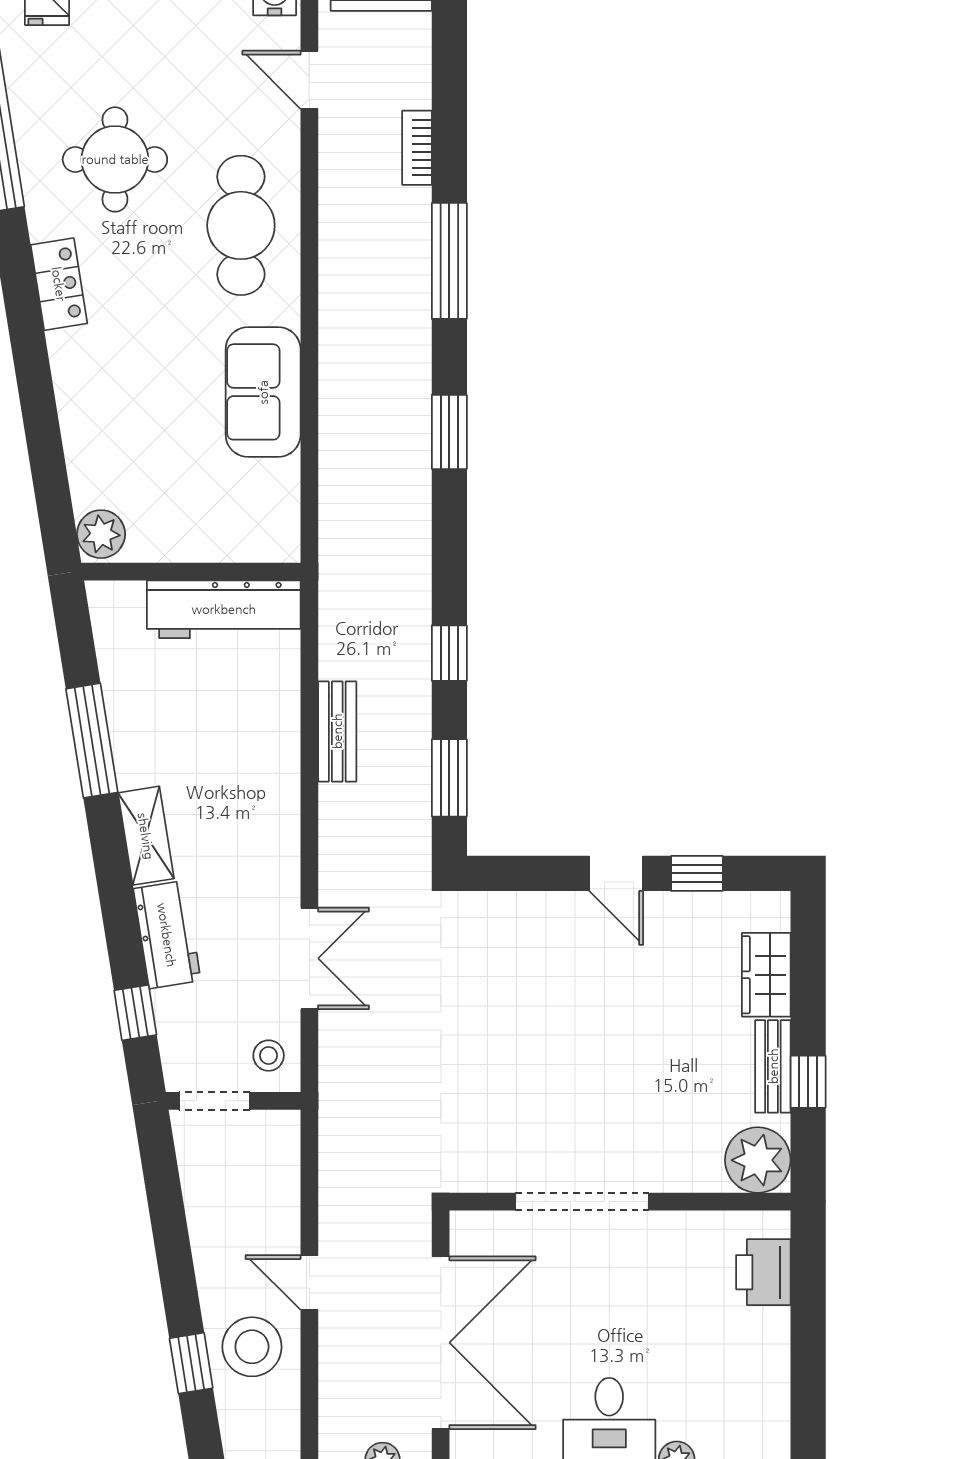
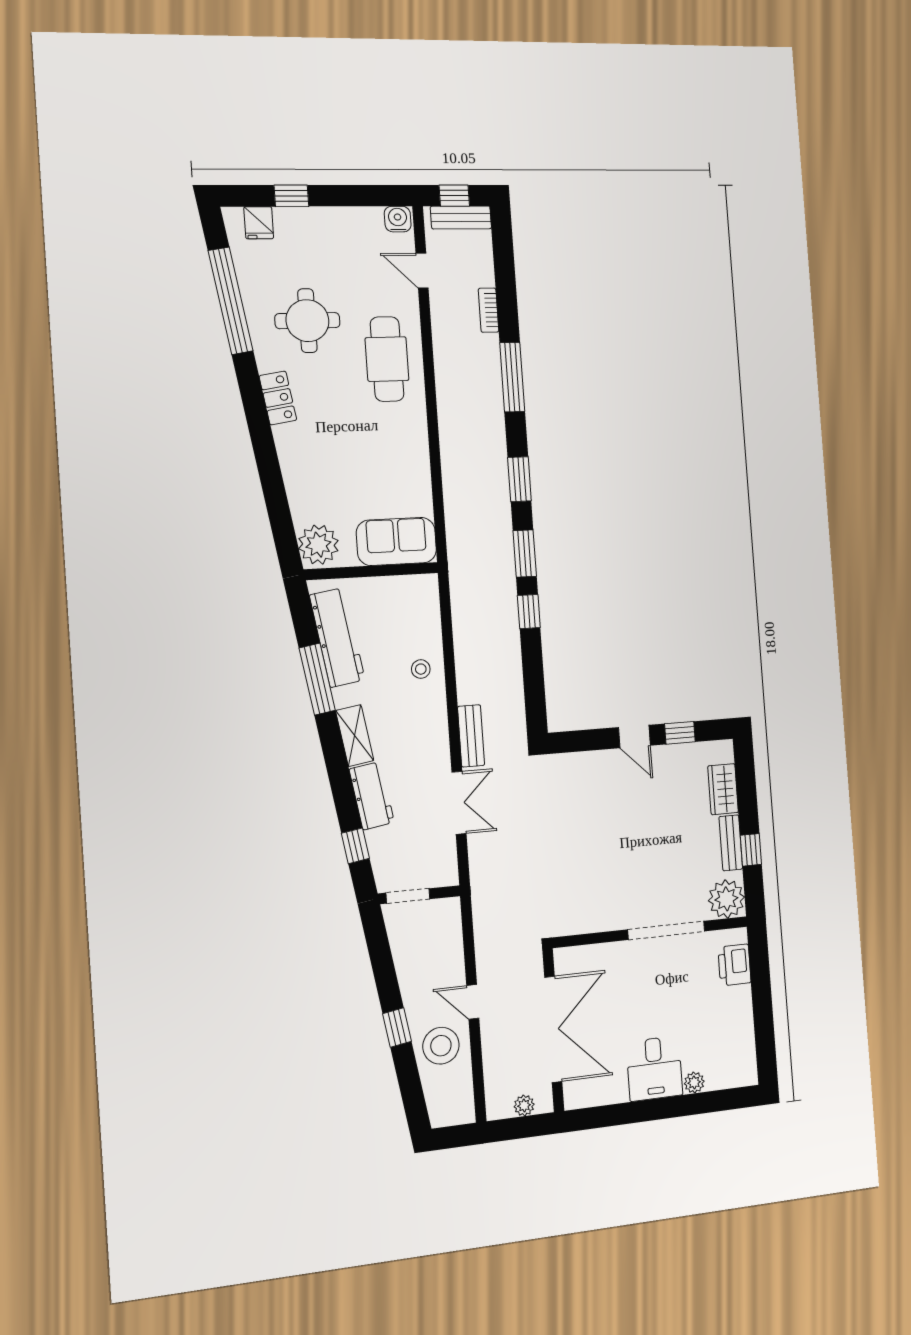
sofa: (263, 392) -> (396, 541), moved, turned 90
plant: (101, 534) -> (318, 545), width x1.36, depth x1.36
workbench: (224, 609) -> (337, 638), moved, turned -99
bench: (337, 731) -> (471, 736), moved
window: (449, 778) -> (525, 553), moved
stool: (269, 1056) -> (421, 669), moved
doorway: (582, 1202) -> (666, 930), moved
window: (191, 1363) -> (397, 1028), moved

